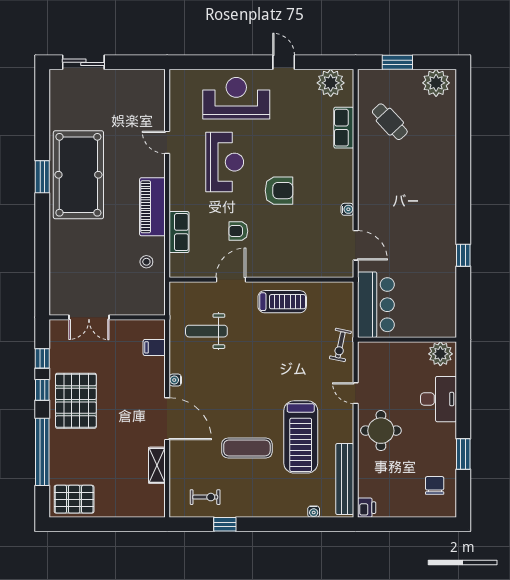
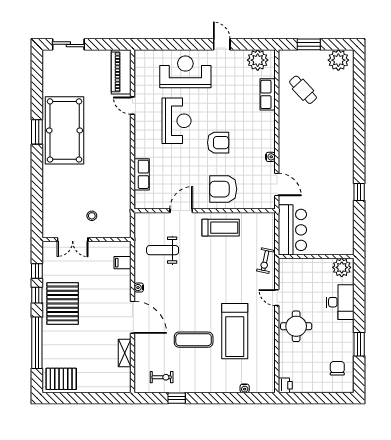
piano: (152, 207) -> (121, 72), moved
armchair: (238, 231) -> (223, 189), moved, width x1.88, depth x1.88
stool: (146, 262) -> (92, 216), moved
bench: (345, 479) -> (268, 363), removed

